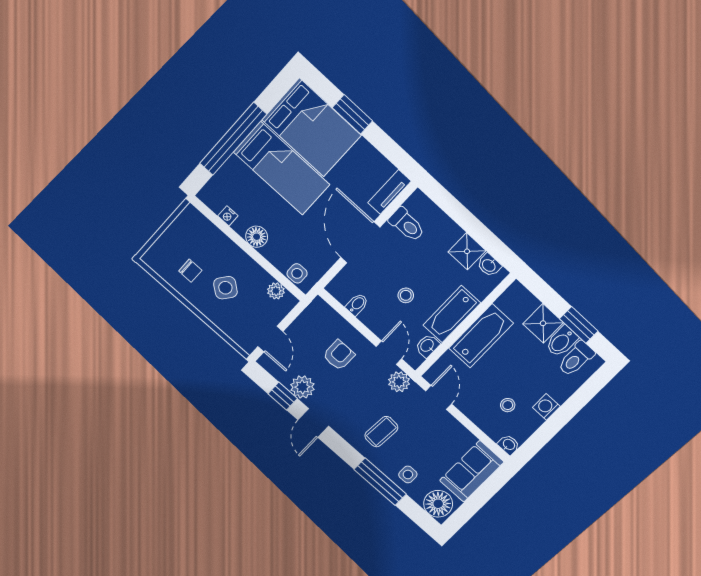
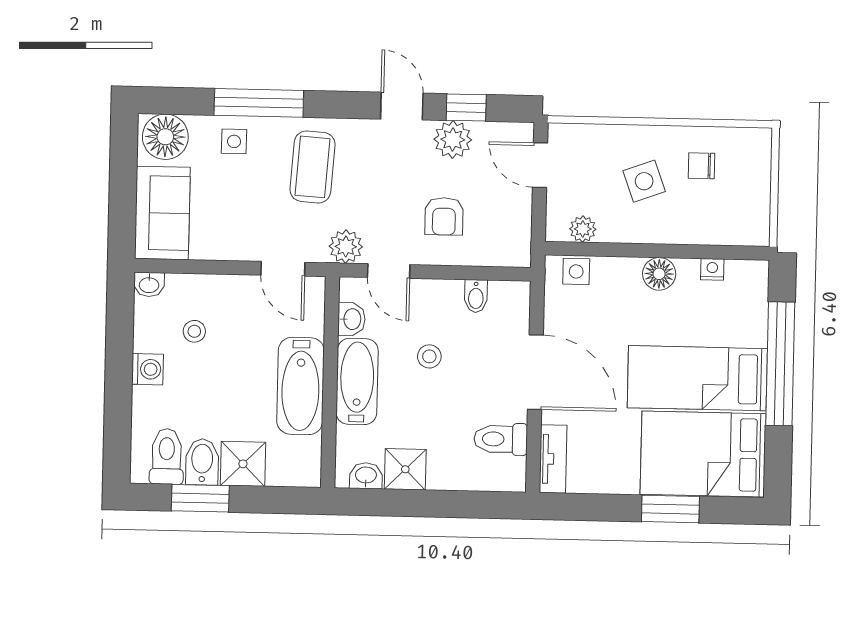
side table: (225, 288) -> (644, 181), turned 32
coffee table: (381, 432) -> (312, 167), width x1.36, depth x1.30

